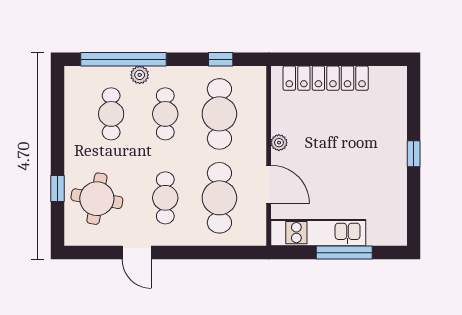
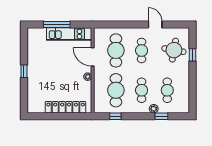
window: (124, 59) -> (161, 116), width x0.32

